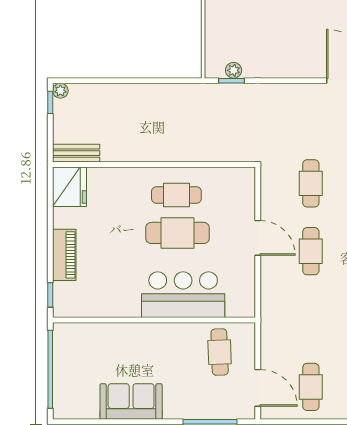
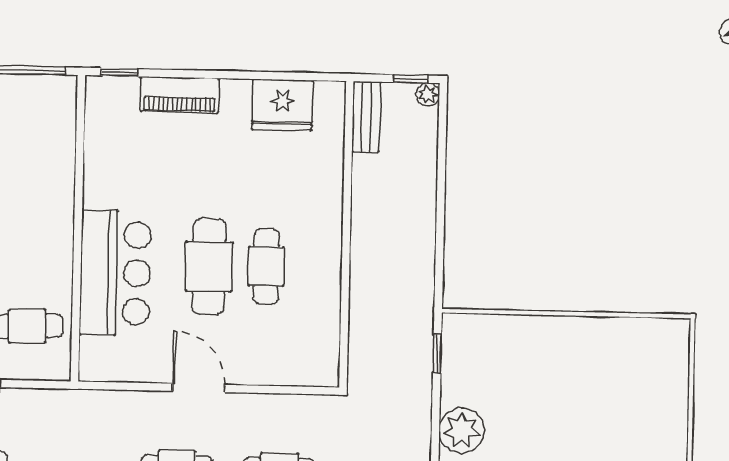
plant: (234, 70) -> (462, 430), moved, width x1.87, depth x1.87
bench: (76, 153) -> (366, 117), moved
wall: (154, 164) -> (346, 234), moved
door: (258, 238) -> (199, 388), swing flipped

